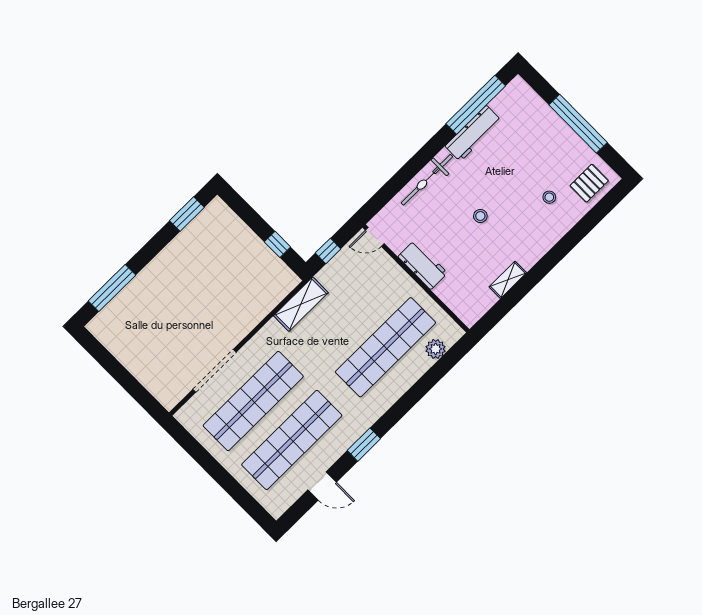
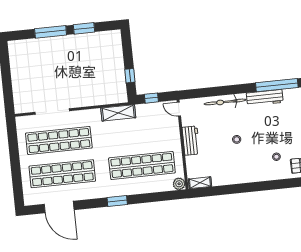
window: (187, 214) -> (84, 28), moved
shelving: (508, 280) -> (200, 183), moved
window: (112, 288) -> (51, 32), moved
plant: (436, 349) -> (179, 184), moved
window: (364, 445) -> (117, 201), moved
door: (322, 486) -> (59, 207), width x1.88

